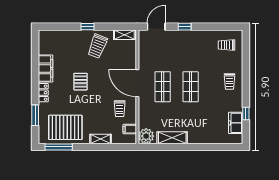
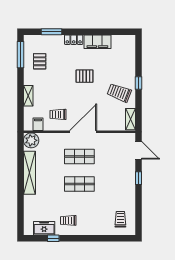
trolley: (229, 81) -> (68, 220), moved
pallet: (65, 127) -> (40, 61), width x0.49, depth x0.50
shelving: (172, 138) -> (30, 173), width x1.47

